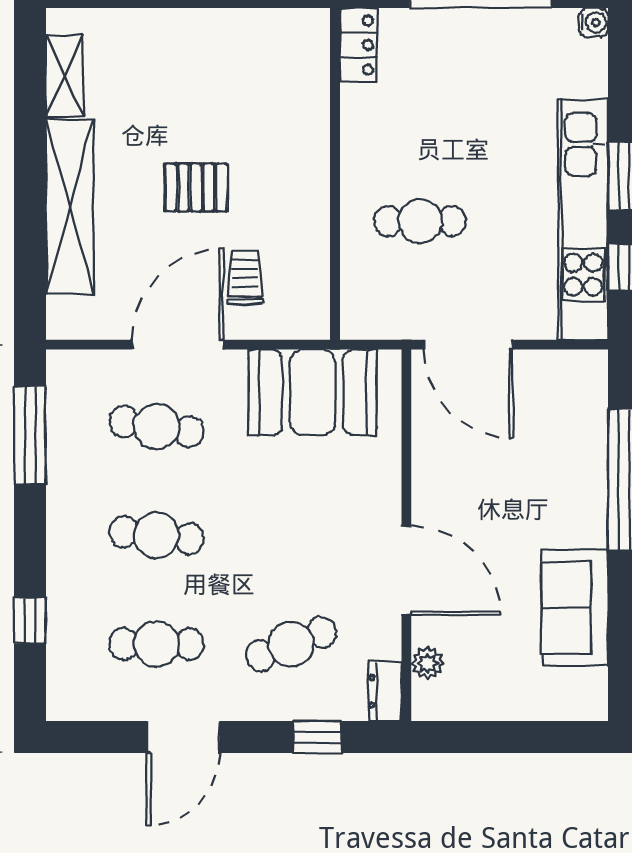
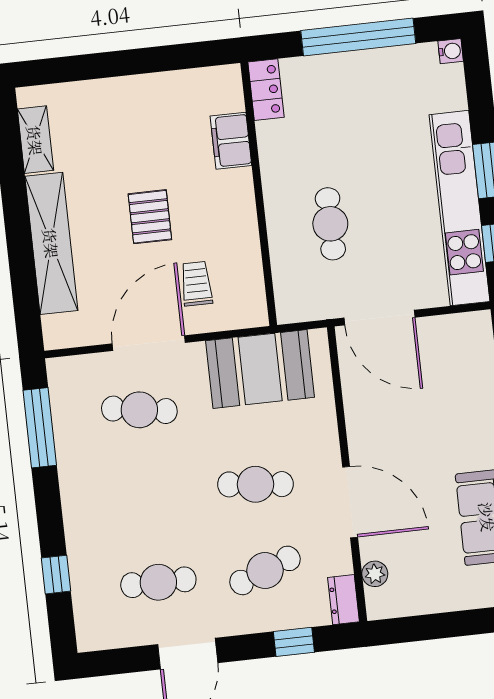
filing cabinet: (308, 104) -> (231, 141), added
pallet: (196, 187) -> (150, 217), turned 90
cafe table: (420, 221) -> (330, 224), turned 90
cafe table: (157, 535) -> (255, 484), moved

